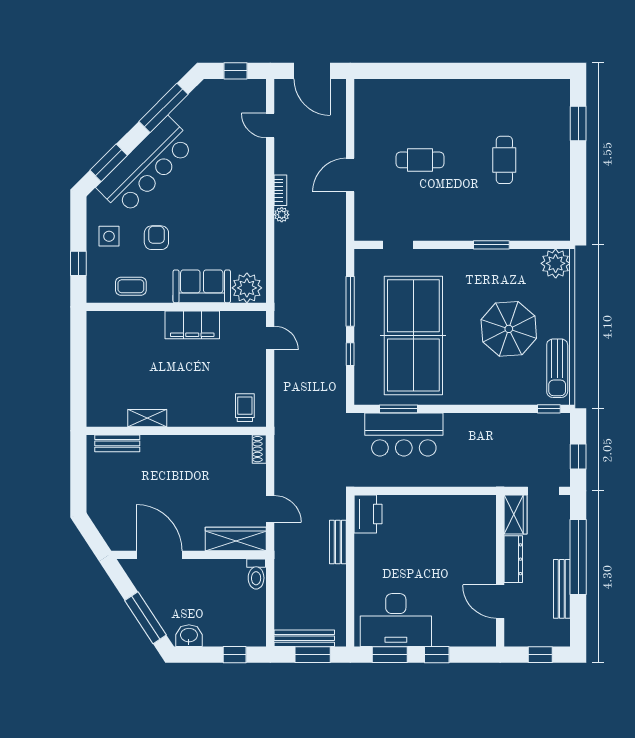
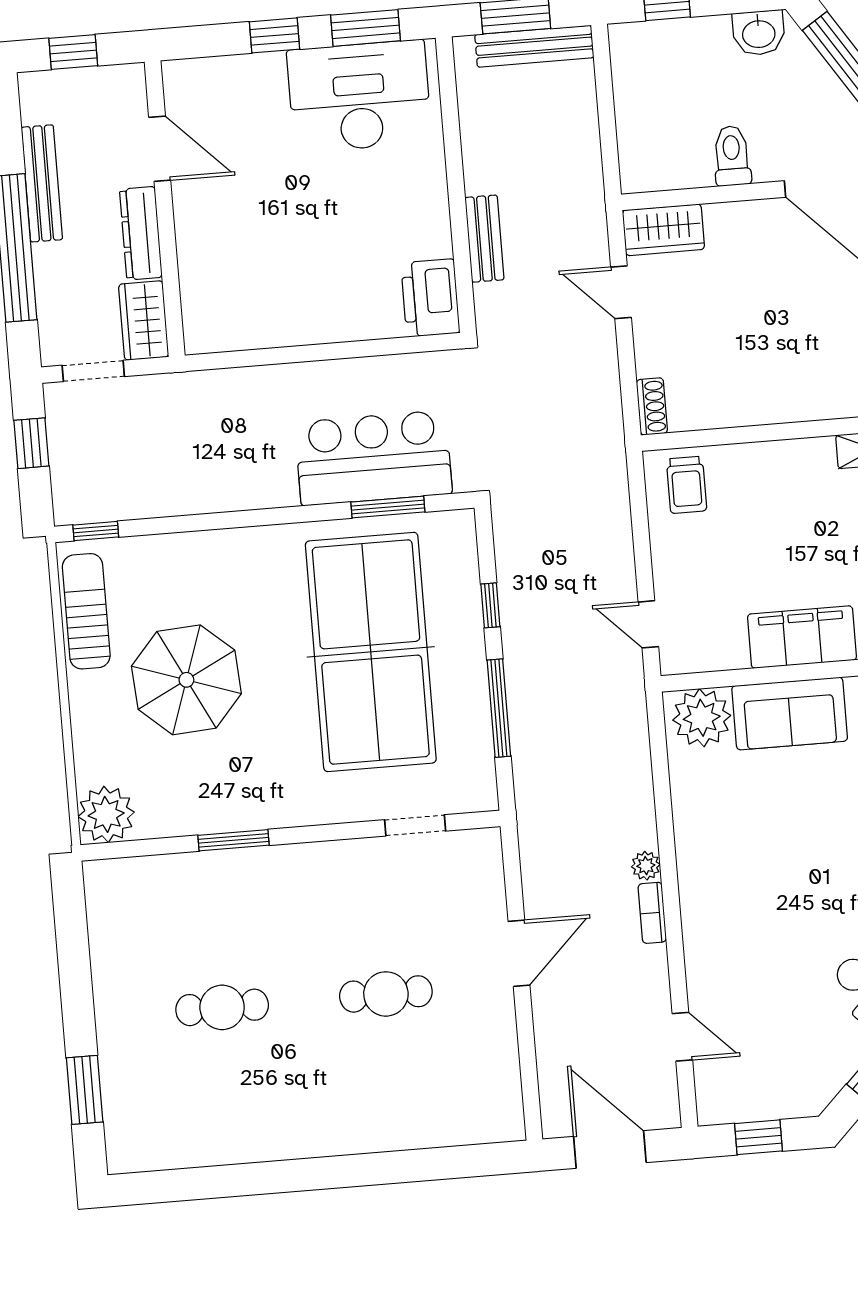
cafe table: (504, 160) -> (222, 1007), turned 90
wardrobe: (236, 539) -> (663, 230), width x0.67
toilet: (256, 574) -> (732, 156), moved

